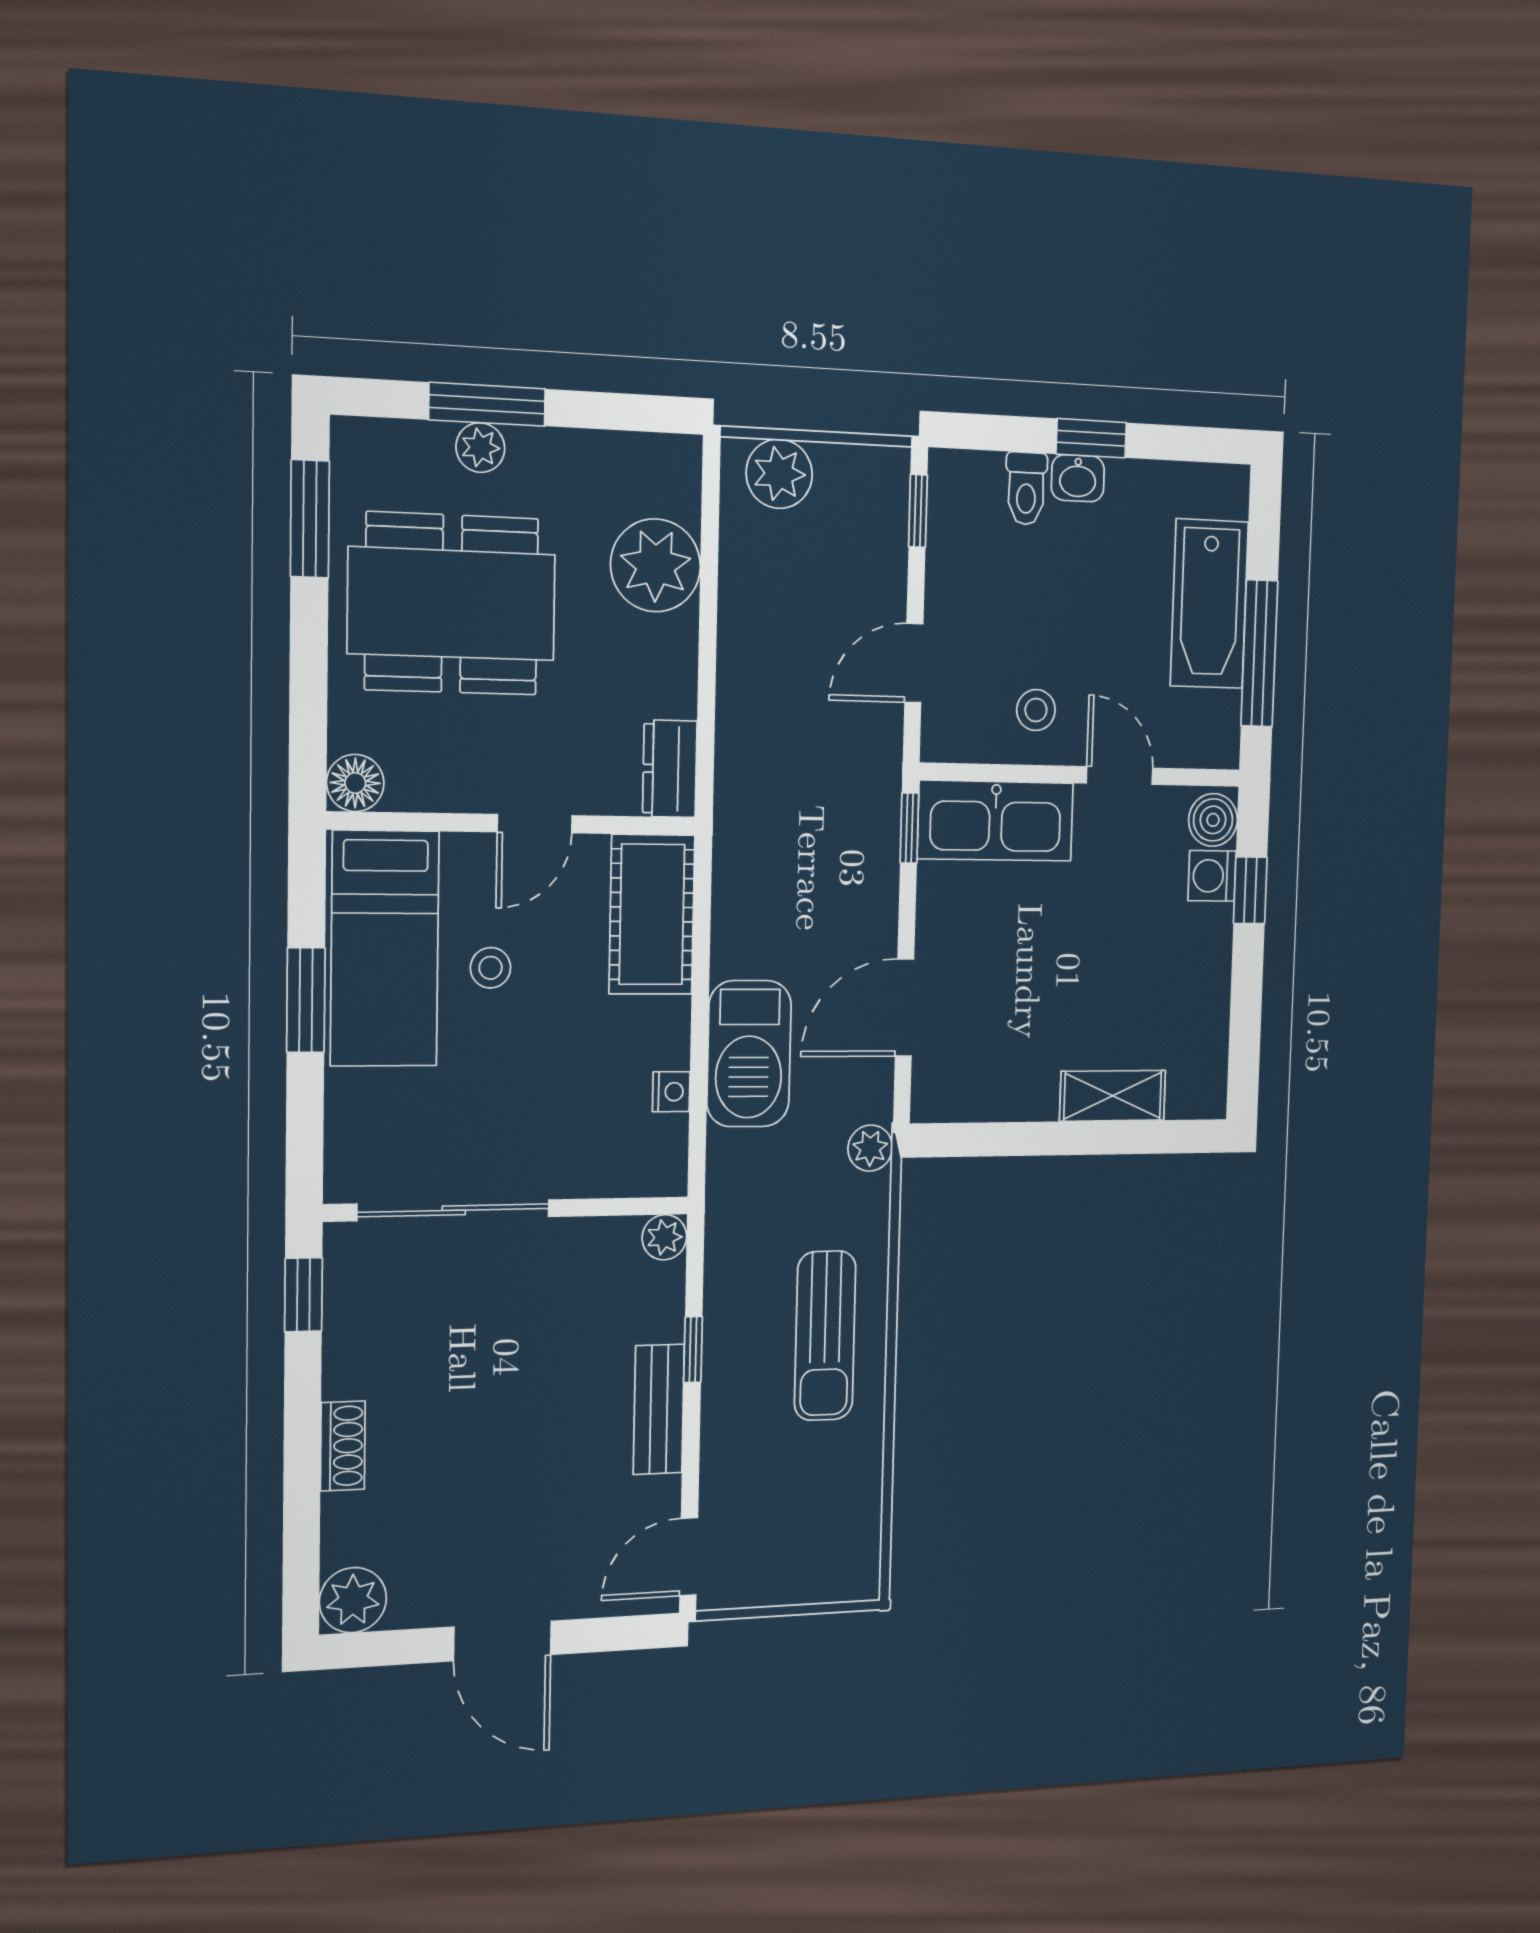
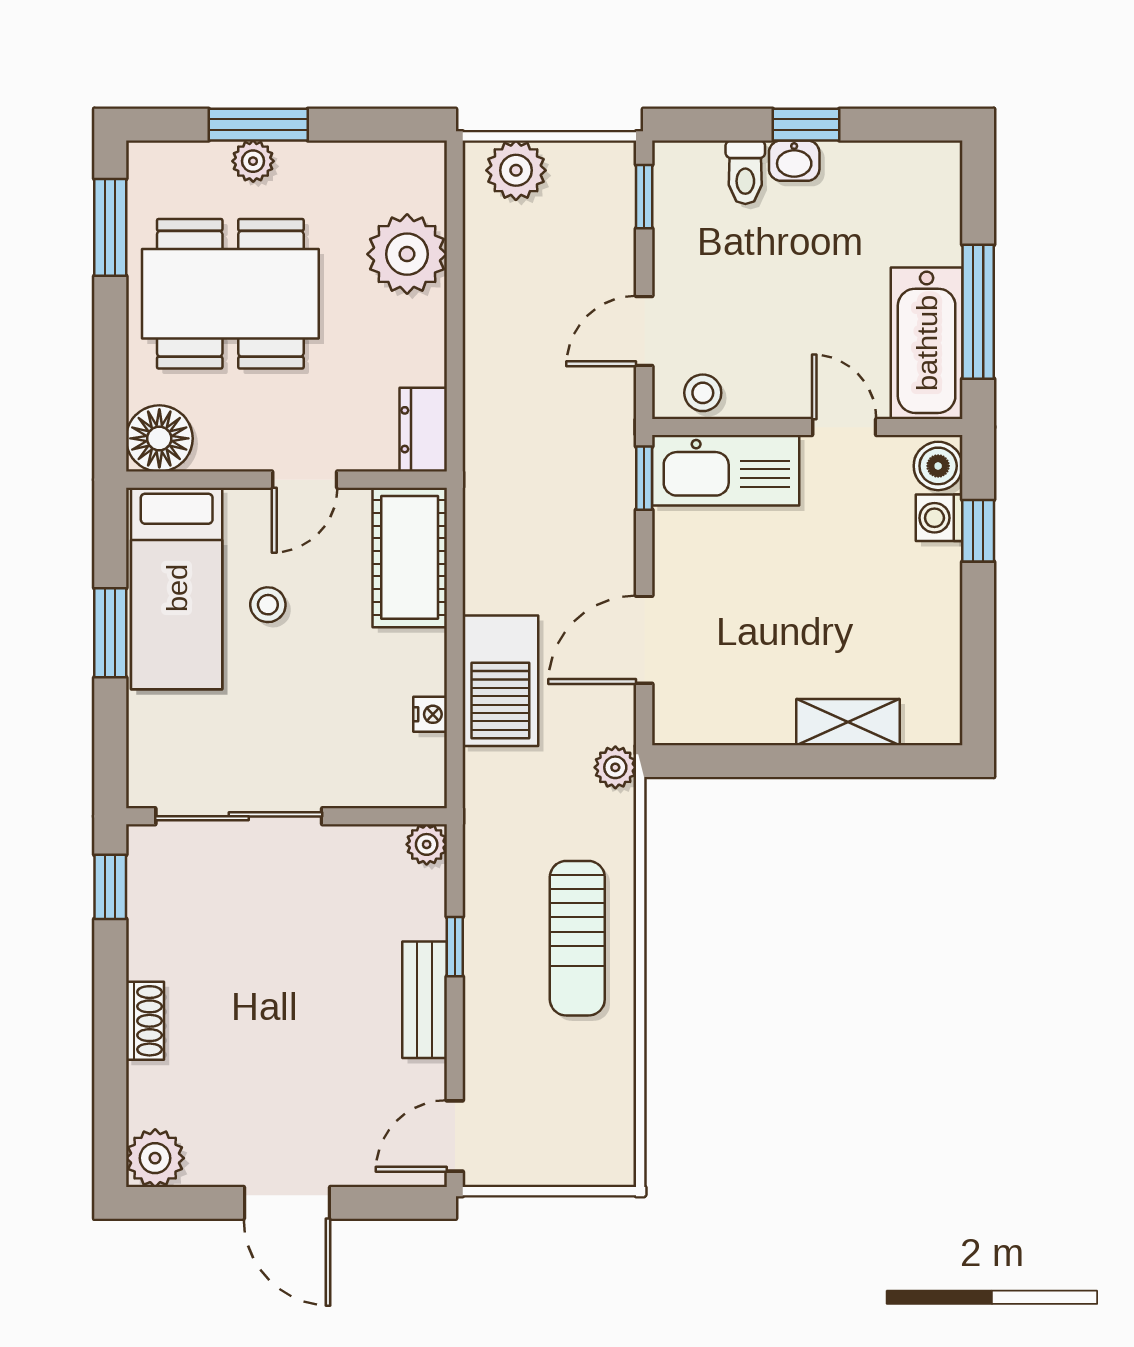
bathtub: (1209, 604) -> (927, 343), moved
stool: (1036, 710) -> (703, 393), moved
floor lamp: (355, 783) -> (159, 438), width x1.38, depth x1.38

